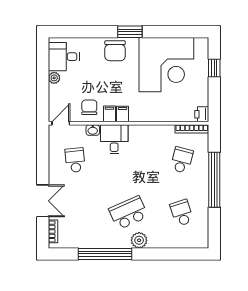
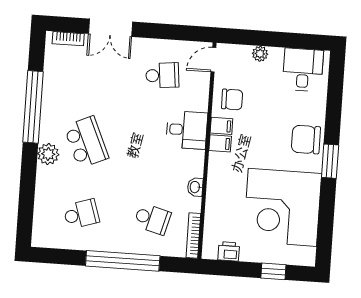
plant: (54, 78) -> (260, 54), moved
printer: (202, 114) -> (229, 251), moved
door: (61, 123) -> (213, 60), swing flipped
washbasin: (93, 130) -> (195, 187), moved

